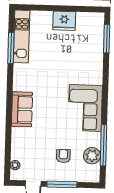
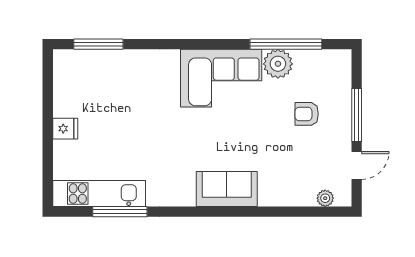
fridge: (64, 21) -> (65, 129), width x0.53, depth x0.75
plant: (92, 156) -> (278, 64), moved

